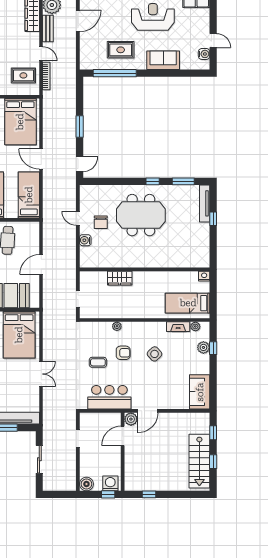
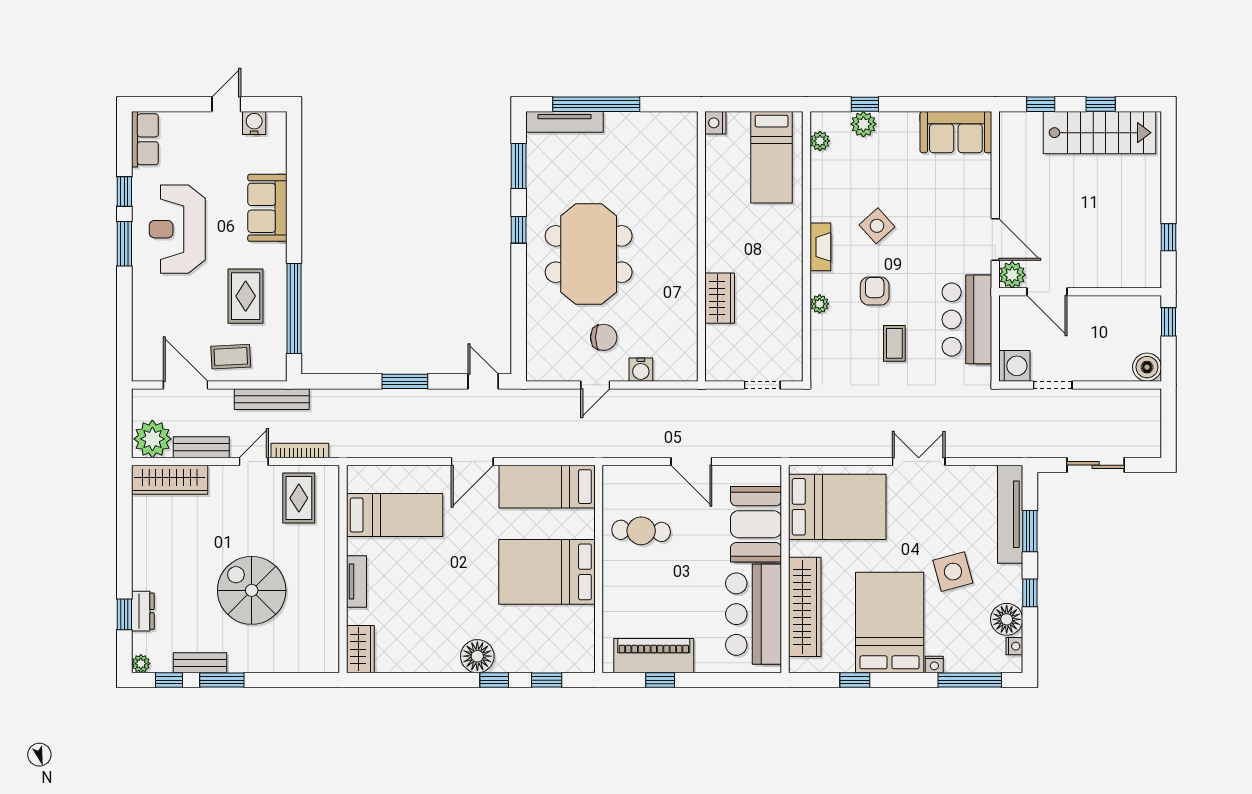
coffee table: (92, 43) -> (231, 357), added
bench: (71, 62) -> (272, 399), added
bed: (20, 122) -> (395, 515), width x0.67
window: (213, 219) -> (596, 104), width x3.17
fireplace: (178, 327) -> (820, 247), moved
washing machine: (110, 483) -> (1014, 366), moved, turned 180

